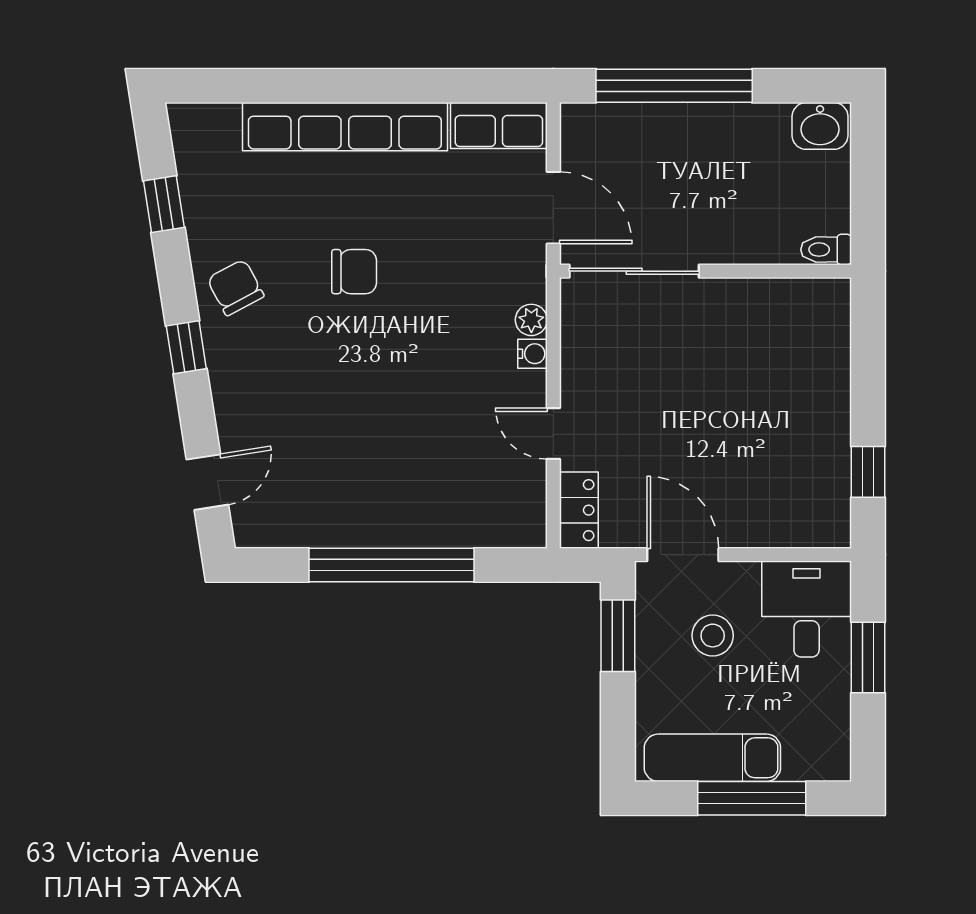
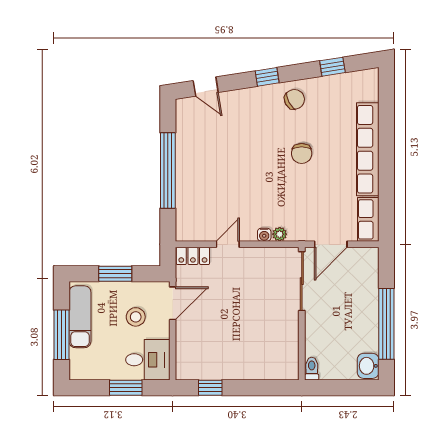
window: (674, 86) -> (386, 324), moved
window: (618, 636) -> (115, 274), moved

